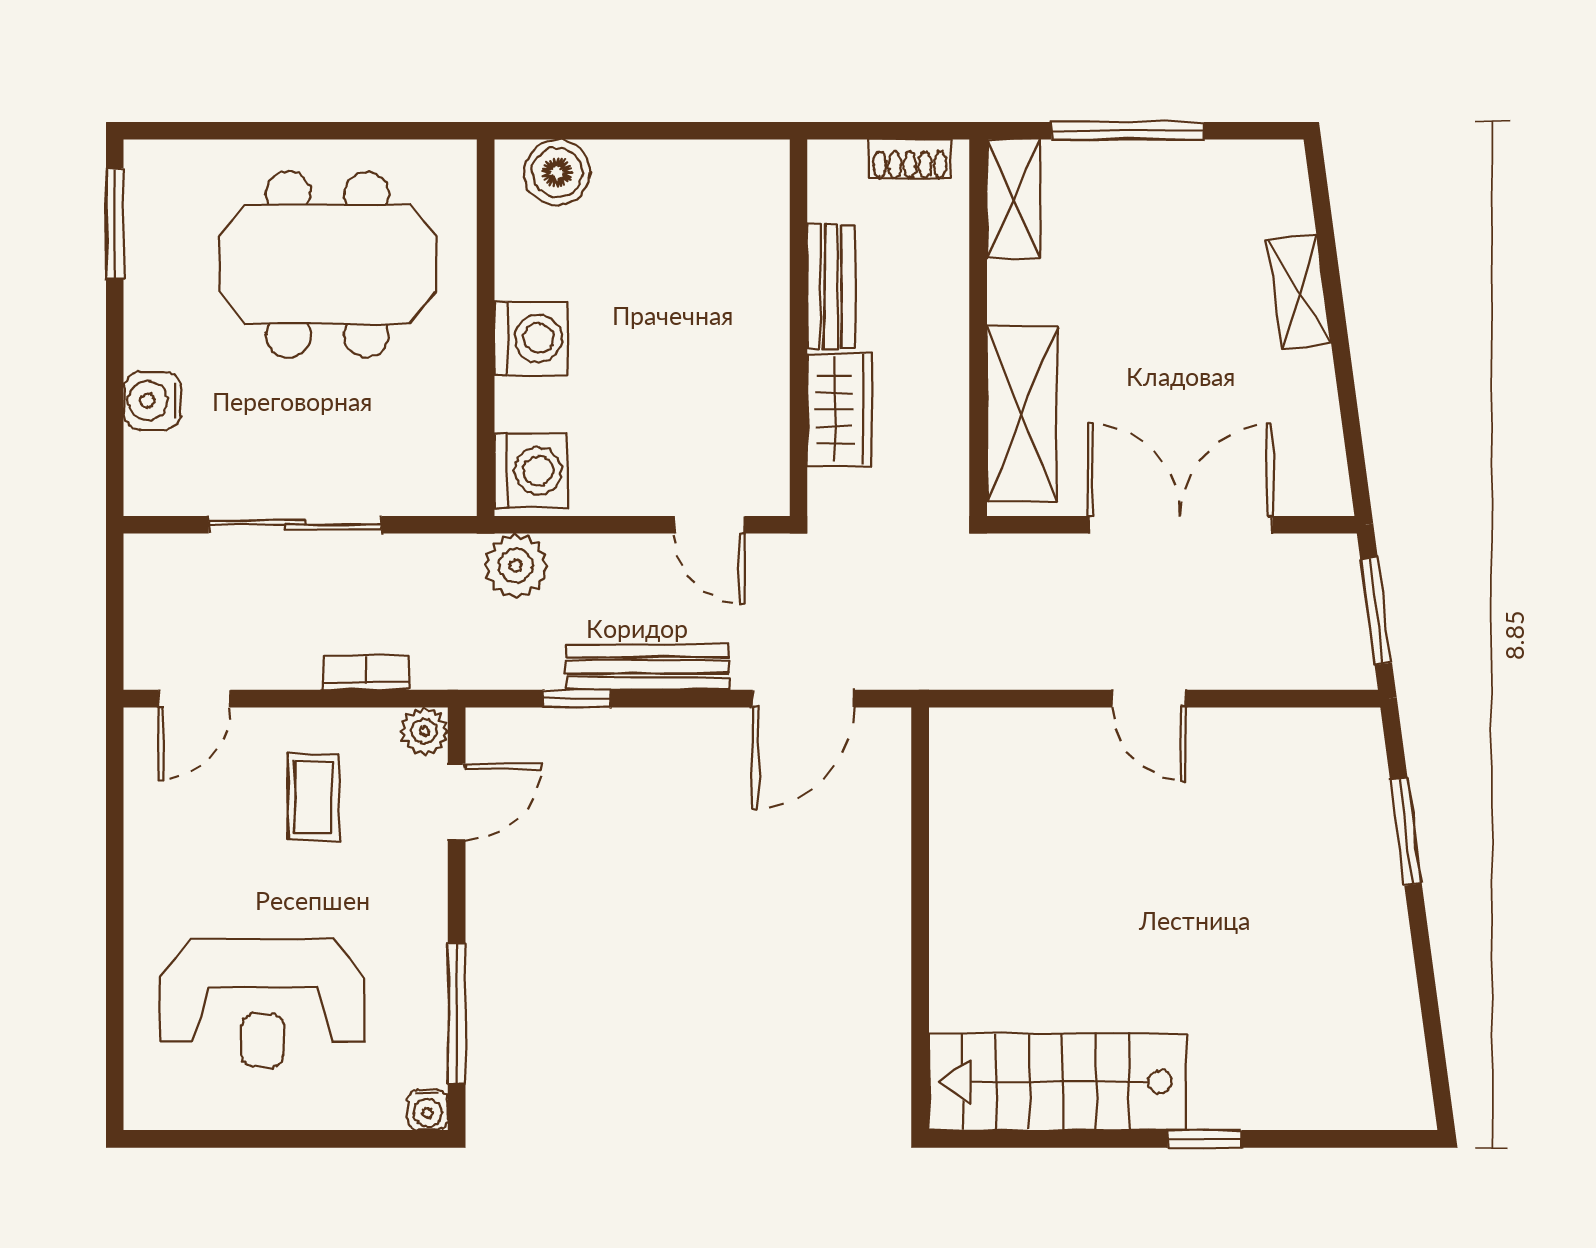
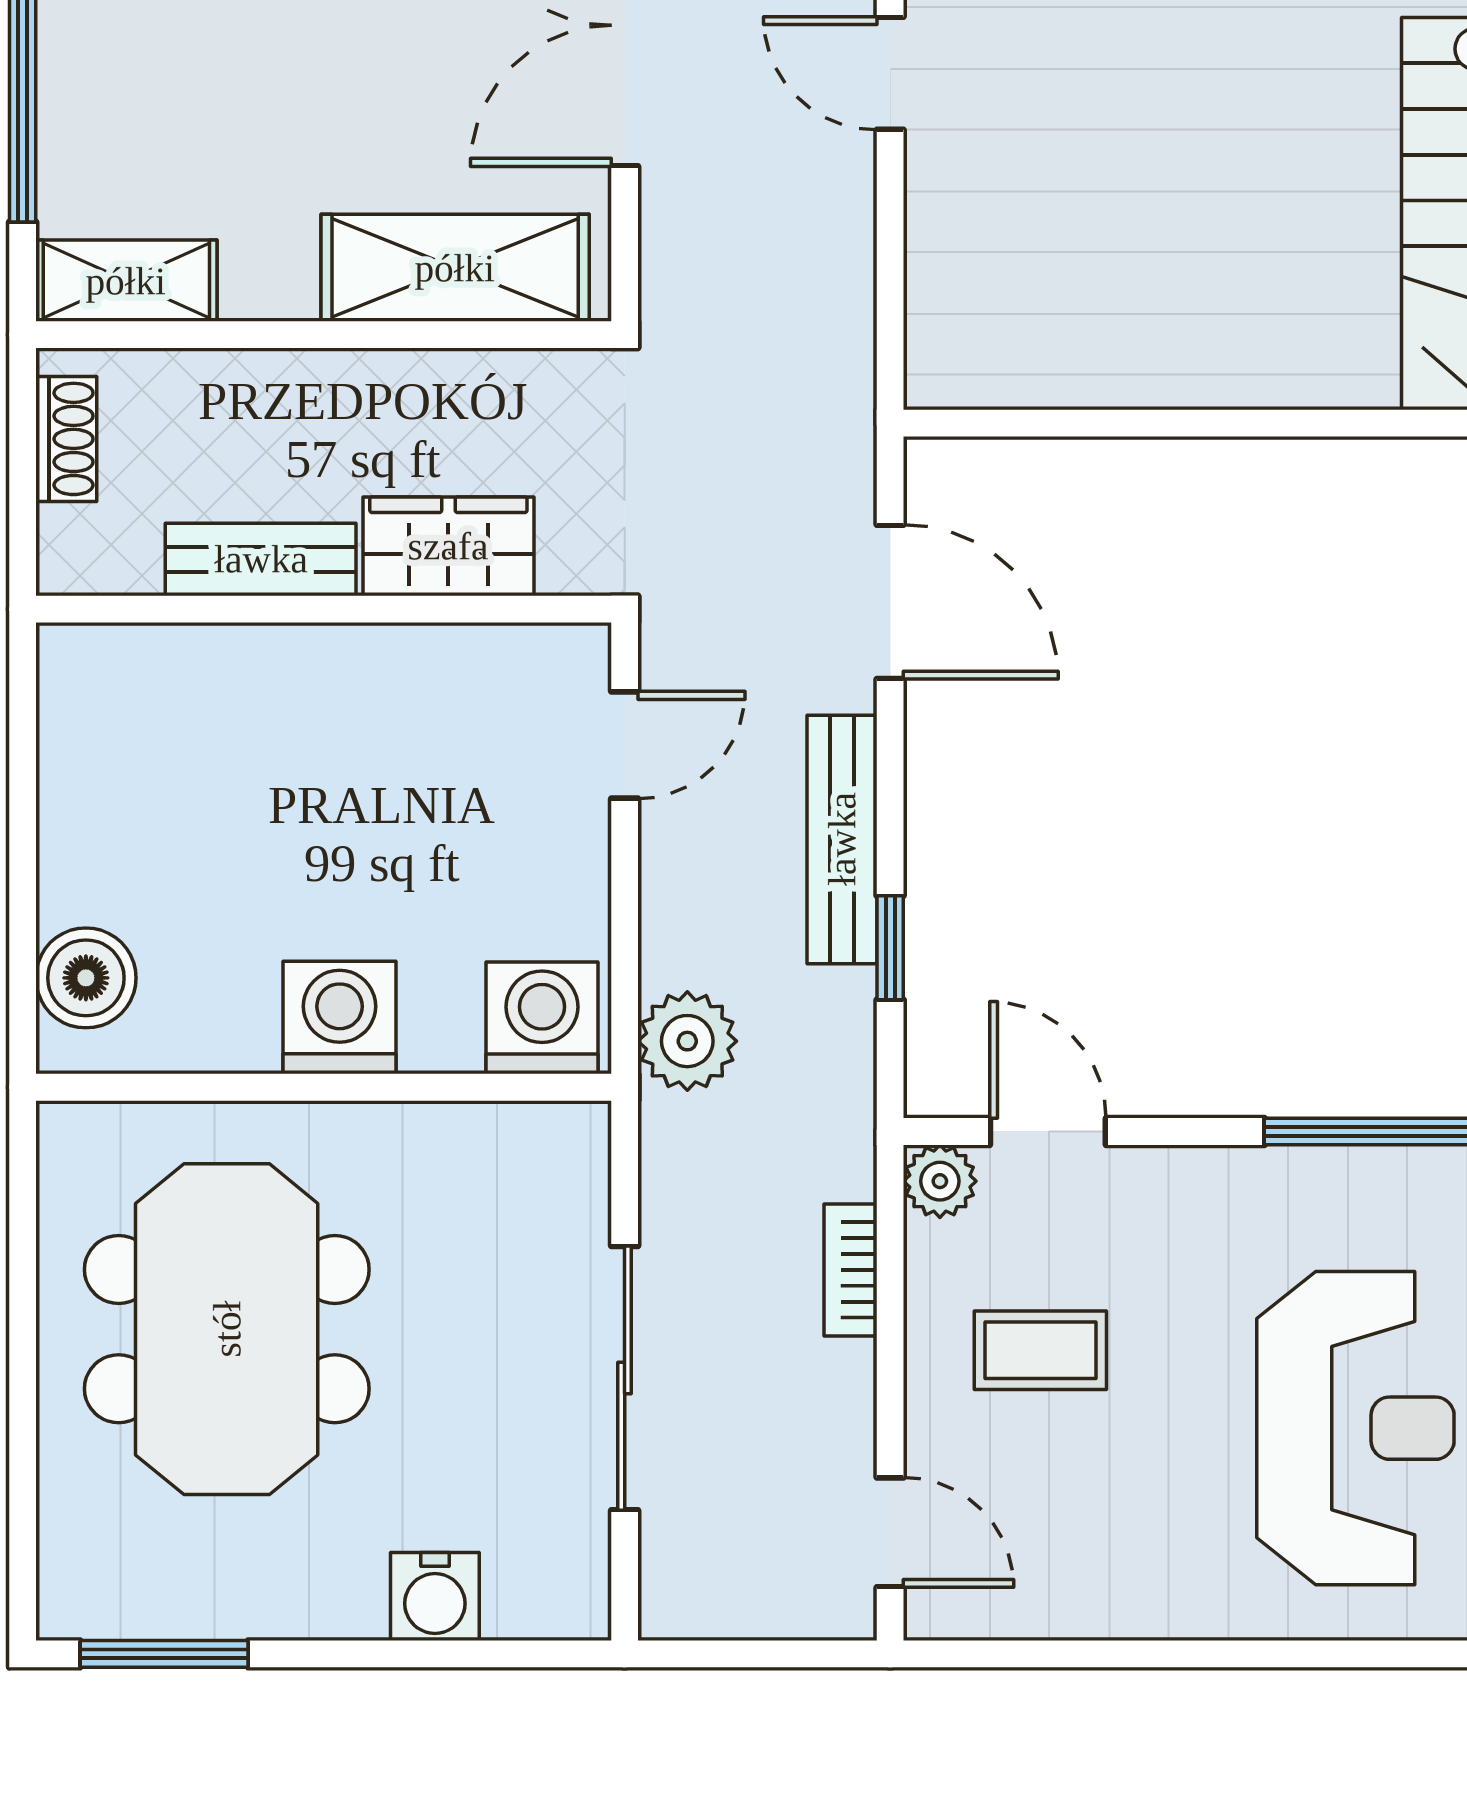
door: (1149, 699) -> (890, 73), swing flipped

